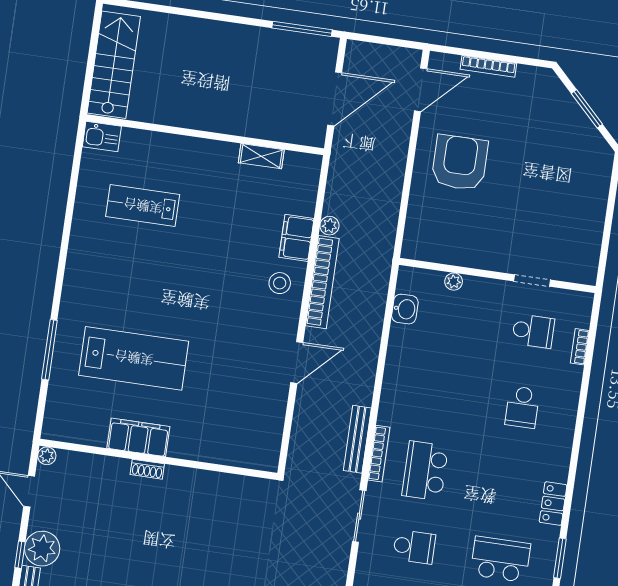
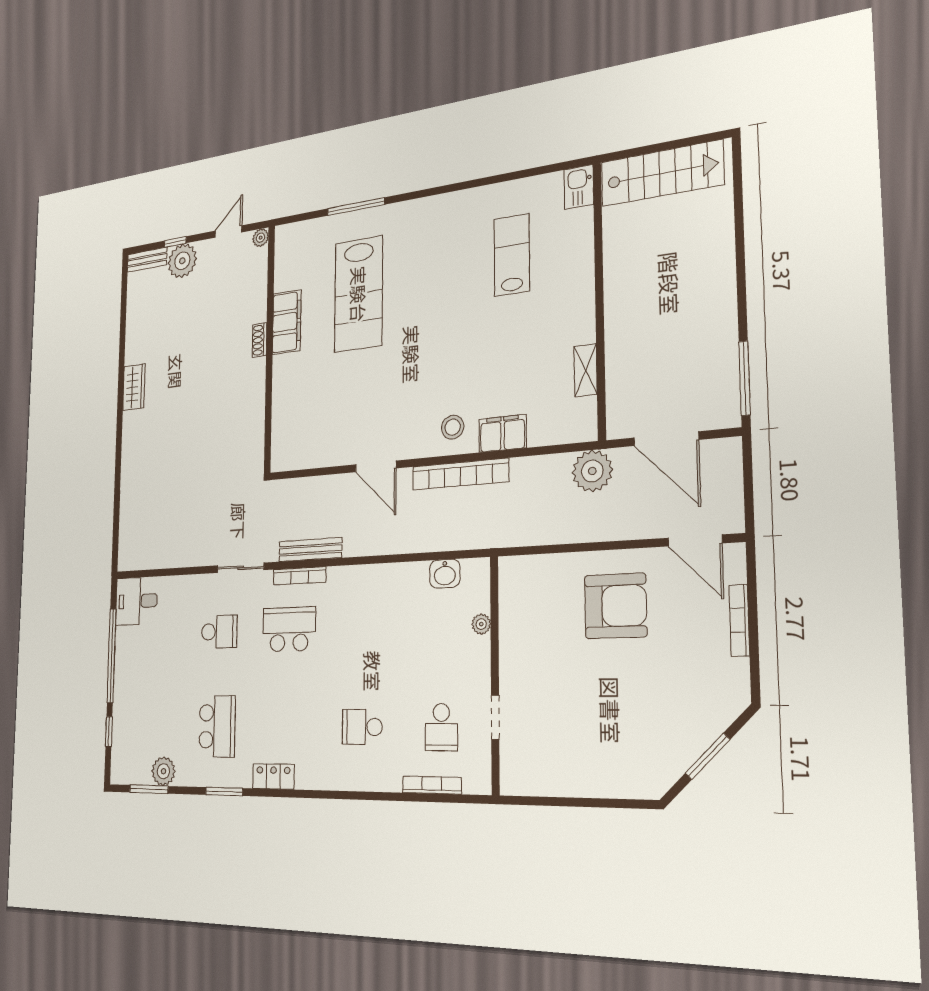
plant: (329, 226) -> (592, 471), moved, width x1.88, depth x1.88
bookcase: (580, 347) -> (432, 785), width x1.56
school desk: (414, 547) -> (219, 632), turned -90

